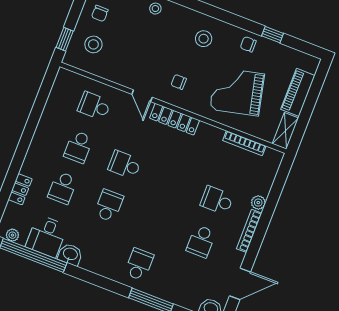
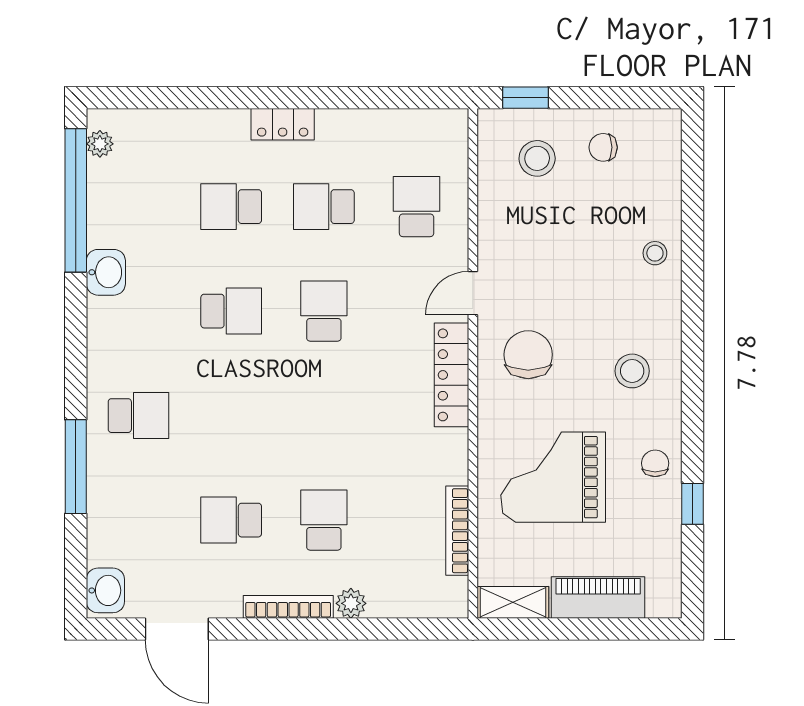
chair: (179, 82) -> (528, 355), width x1.87, depth x1.87
grand piano: (237, 92) -> (553, 477), turned -77
locker: (20, 189) -> (283, 124), moved
desk: (47, 236) -> (124, 212), removed

